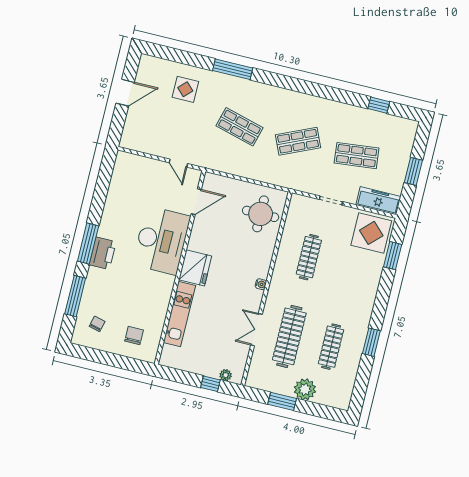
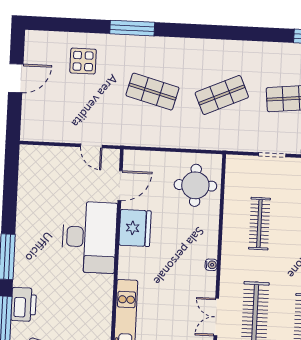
printer: (103, 253) -> (24, 304), moved
fridge: (195, 268) -> (135, 228), moved

